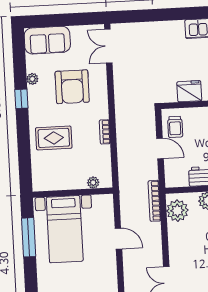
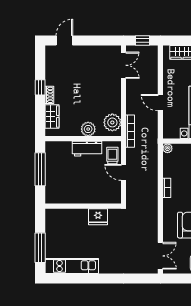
trolley: (175, 127) -> (112, 155), moved
plant: (93, 182) -> (167, 148), moved

